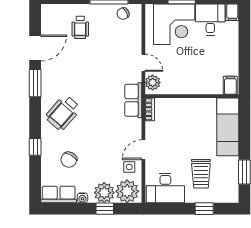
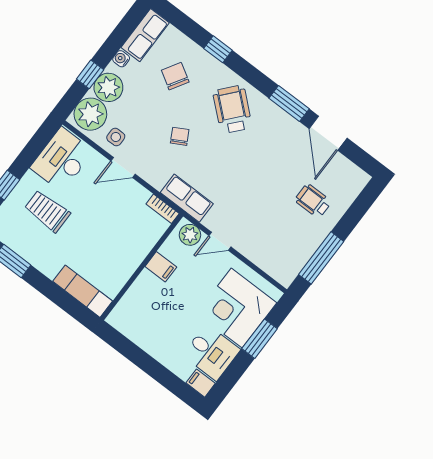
chair: (123, 14) -> (180, 136), moved
filing cabinet: (230, 85) -> (161, 267), moved
exam couch: (228, 127) -> (83, 291), width x0.73, depth x0.69
door: (143, 150) -> (123, 167), swing flipped

